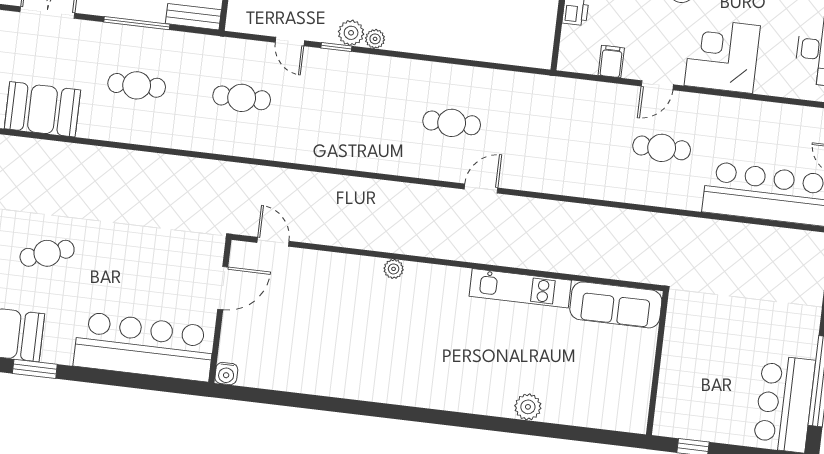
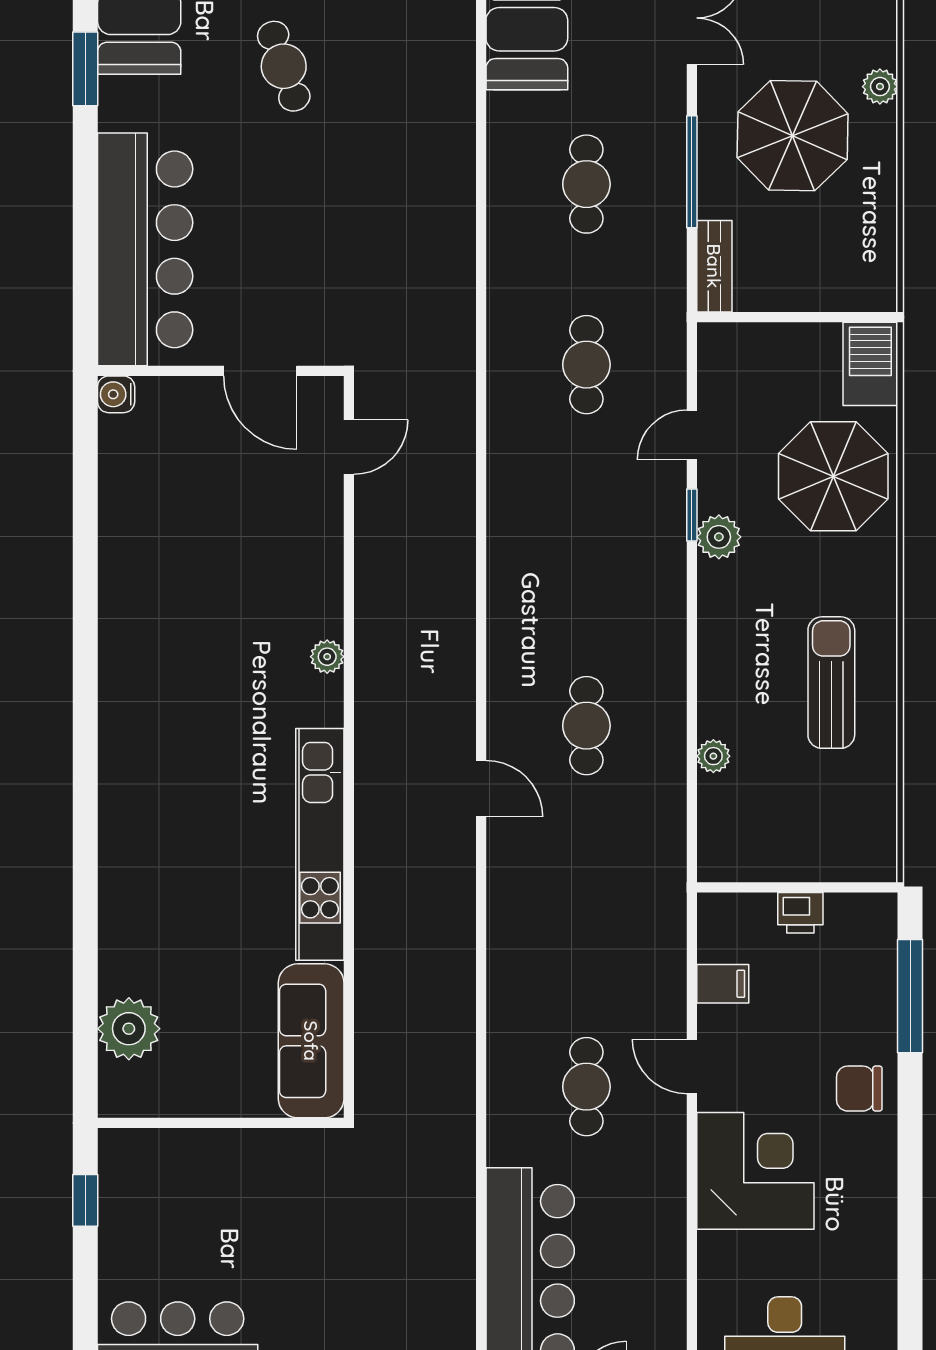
plant: (375, 39) -> (713, 756), moved
kitchen unit: (520, 288) -> (320, 844), width x1.36
plant: (528, 407) -> (129, 1029), moved, width x1.36, depth x1.36

